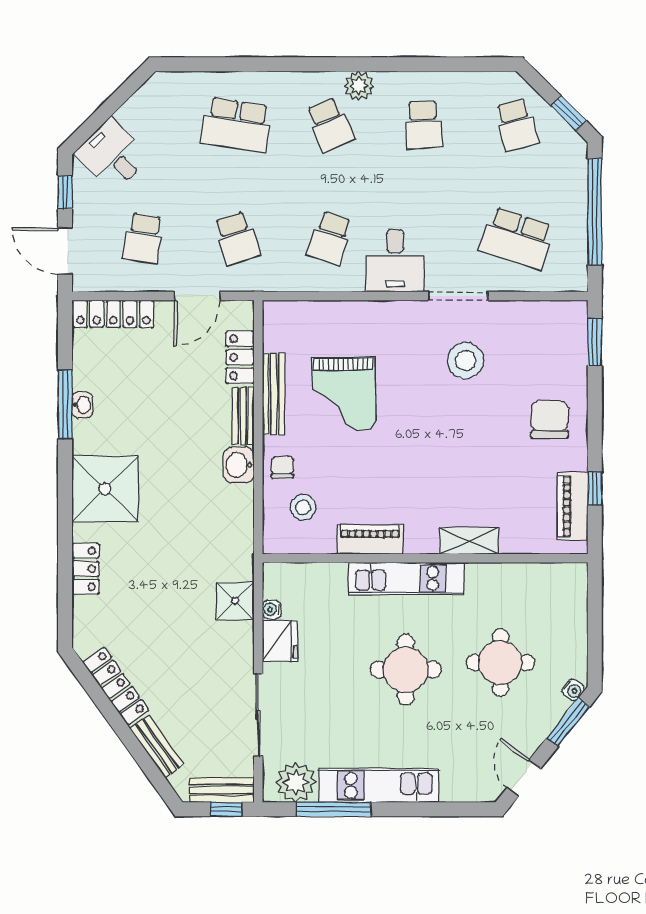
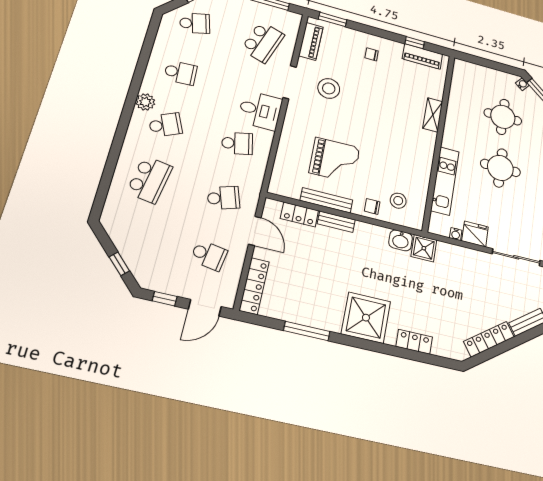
window: (100, 117) -> (119, 264), added
desk: (112, 155) -> (148, 262), removed
school desk: (330, 238) -> (237, 143), turned -30
washbasin: (82, 405) -> (309, 320), removed
chair: (550, 419) -> (372, 54), width x0.54, depth x0.54
washbasin: (239, 465) -> (401, 240), moved
piano: (370, 539) -> (311, 41), moved, turned 180
kitchen unit: (406, 579) -> (445, 181), moved
shower: (235, 601) -> (424, 248), moved

